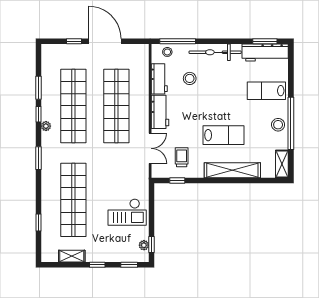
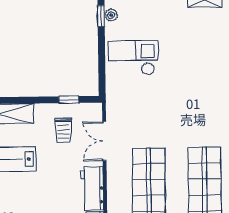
shop shelf: (73, 200) -> (203, 73), removed

